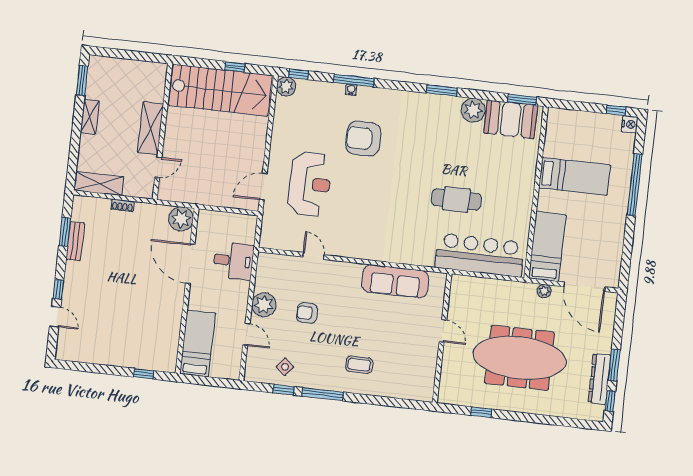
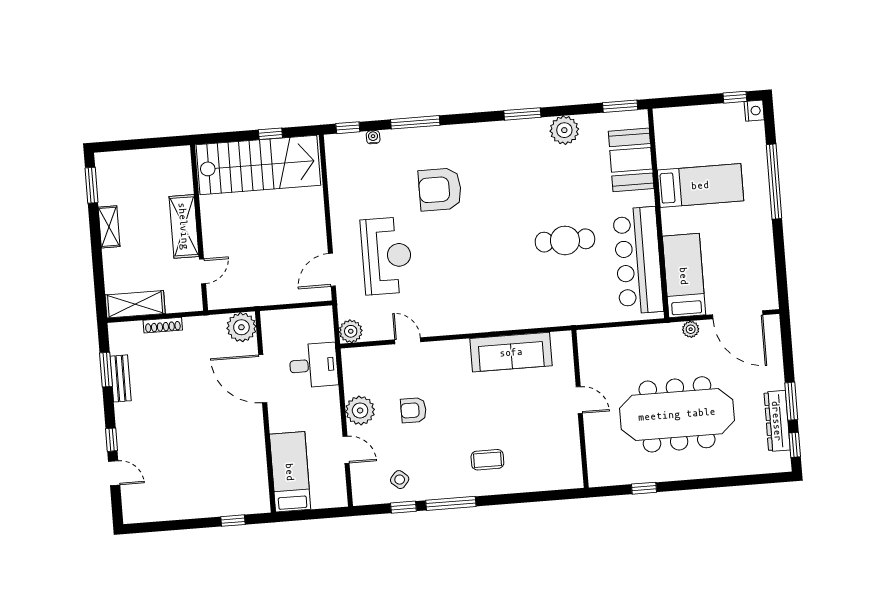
plant: (286, 86) -> (351, 331), moved
water cooler: (351, 90) -> (373, 137), moved
booth: (511, 119) -> (631, 160), moved, turned 90
shoe rack: (122, 205) -> (163, 325), width x1.43
bar counter: (480, 255) -> (638, 260), moved, turned -90

